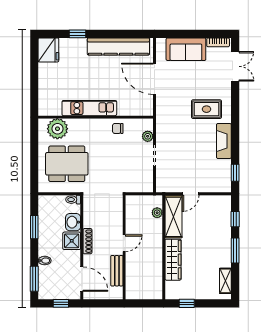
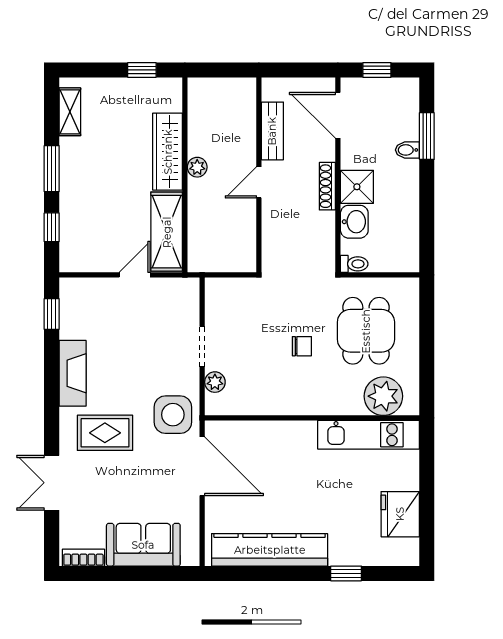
fridge: (48, 50) -> (400, 514), moved
double door: (235, 66) -> (52, 483), moved
door: (154, 79) -> (202, 466), moved
kitchen unit: (89, 108) -> (369, 435), moved
side table: (170, 119) -> (173, 415), added
chair: (118, 128) -> (302, 346), moved
dining table: (67, 164) -> (366, 331), width x0.73
plant: (157, 213) -> (197, 167), moved
window: (34, 227) -> (427, 212), removed
window: (34, 279) -> (427, 136), moved

